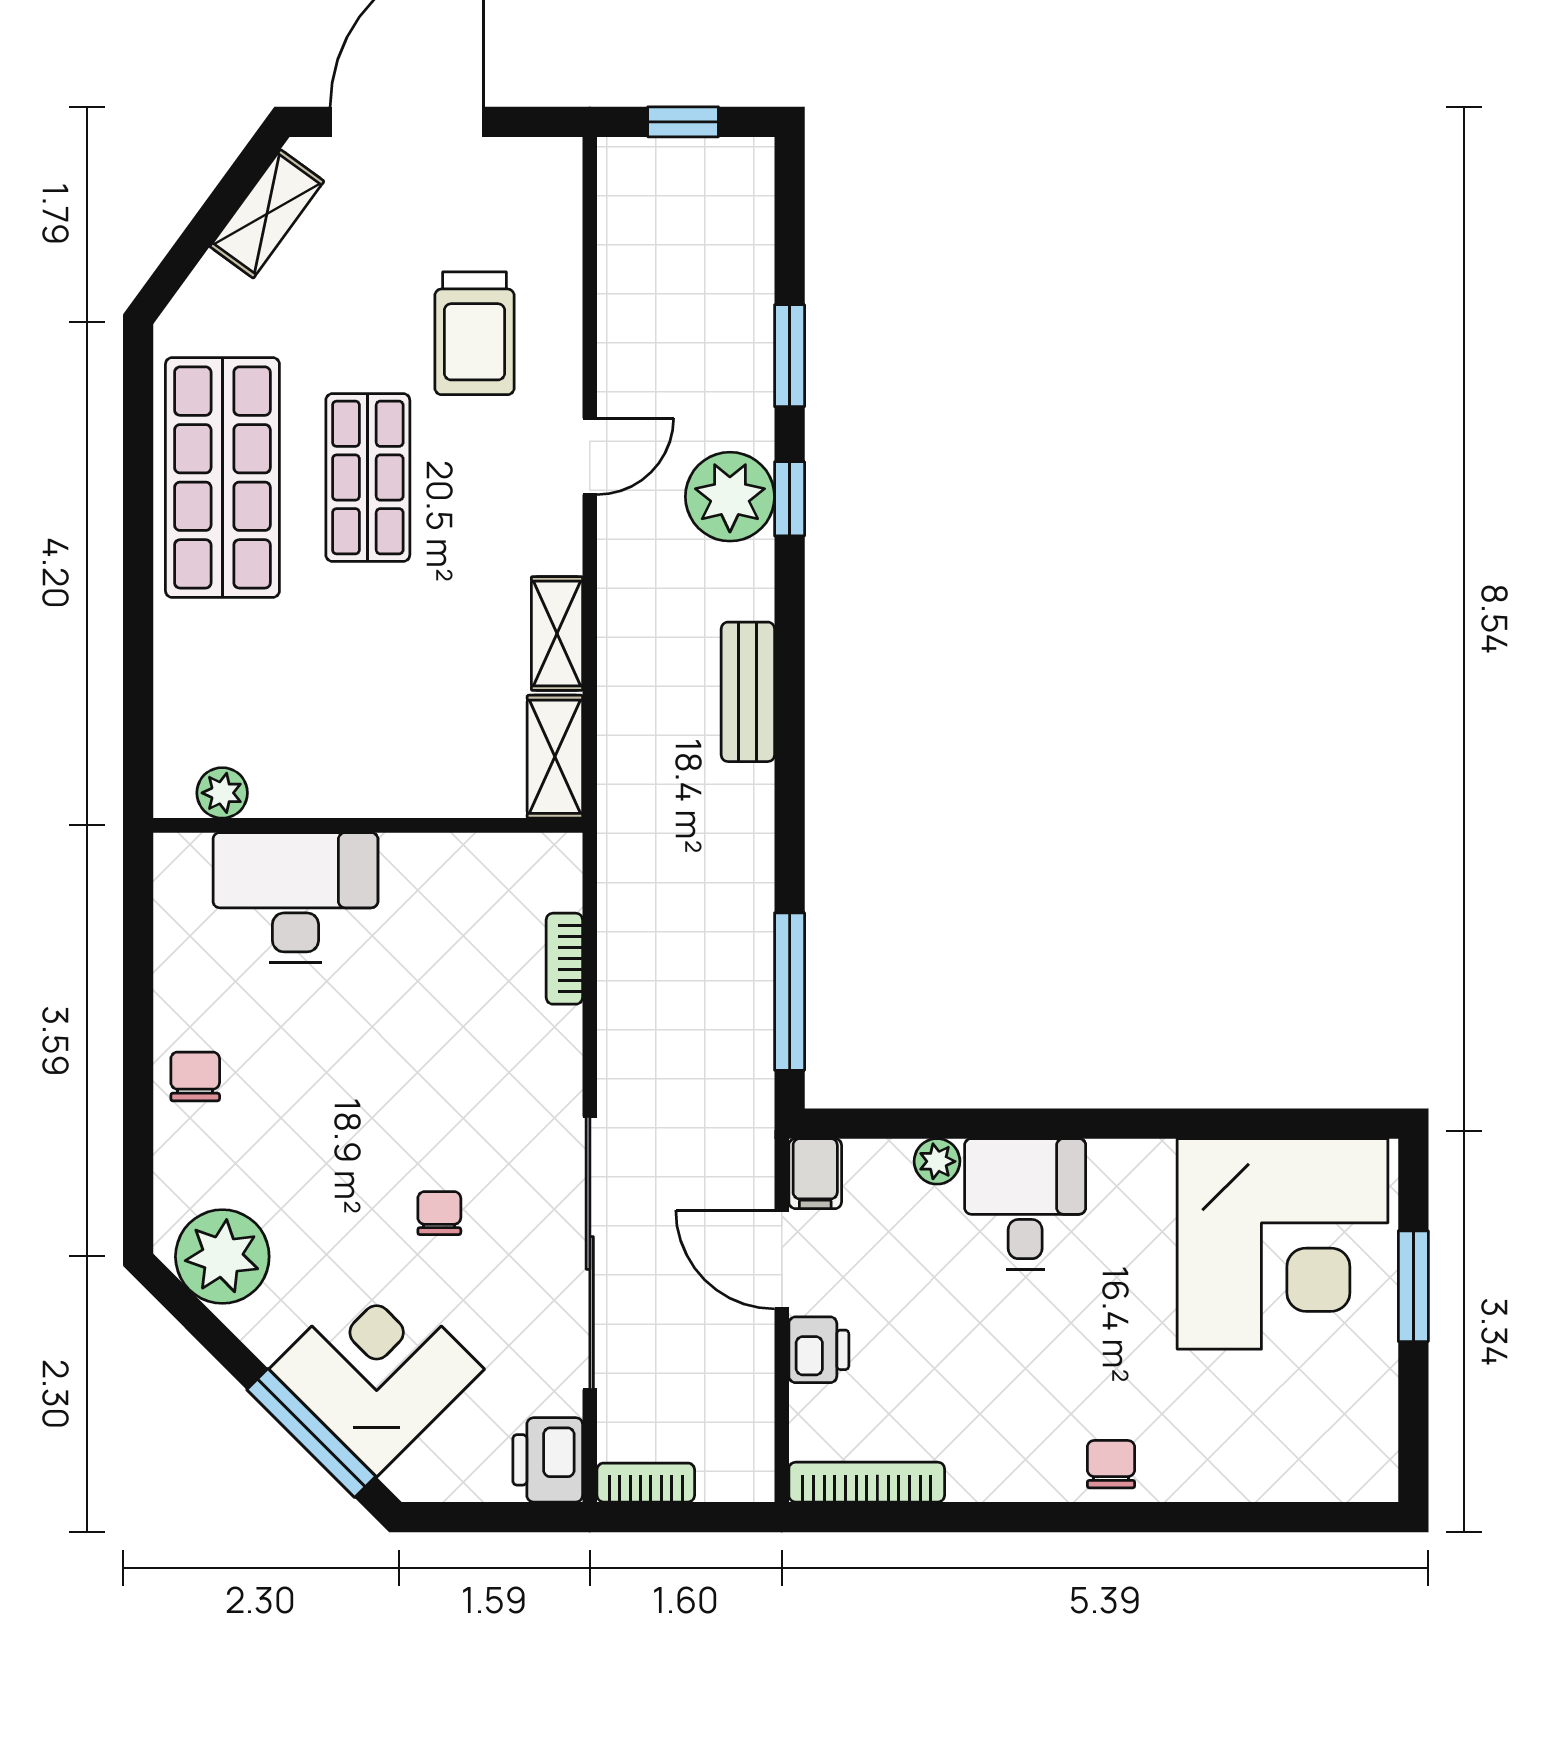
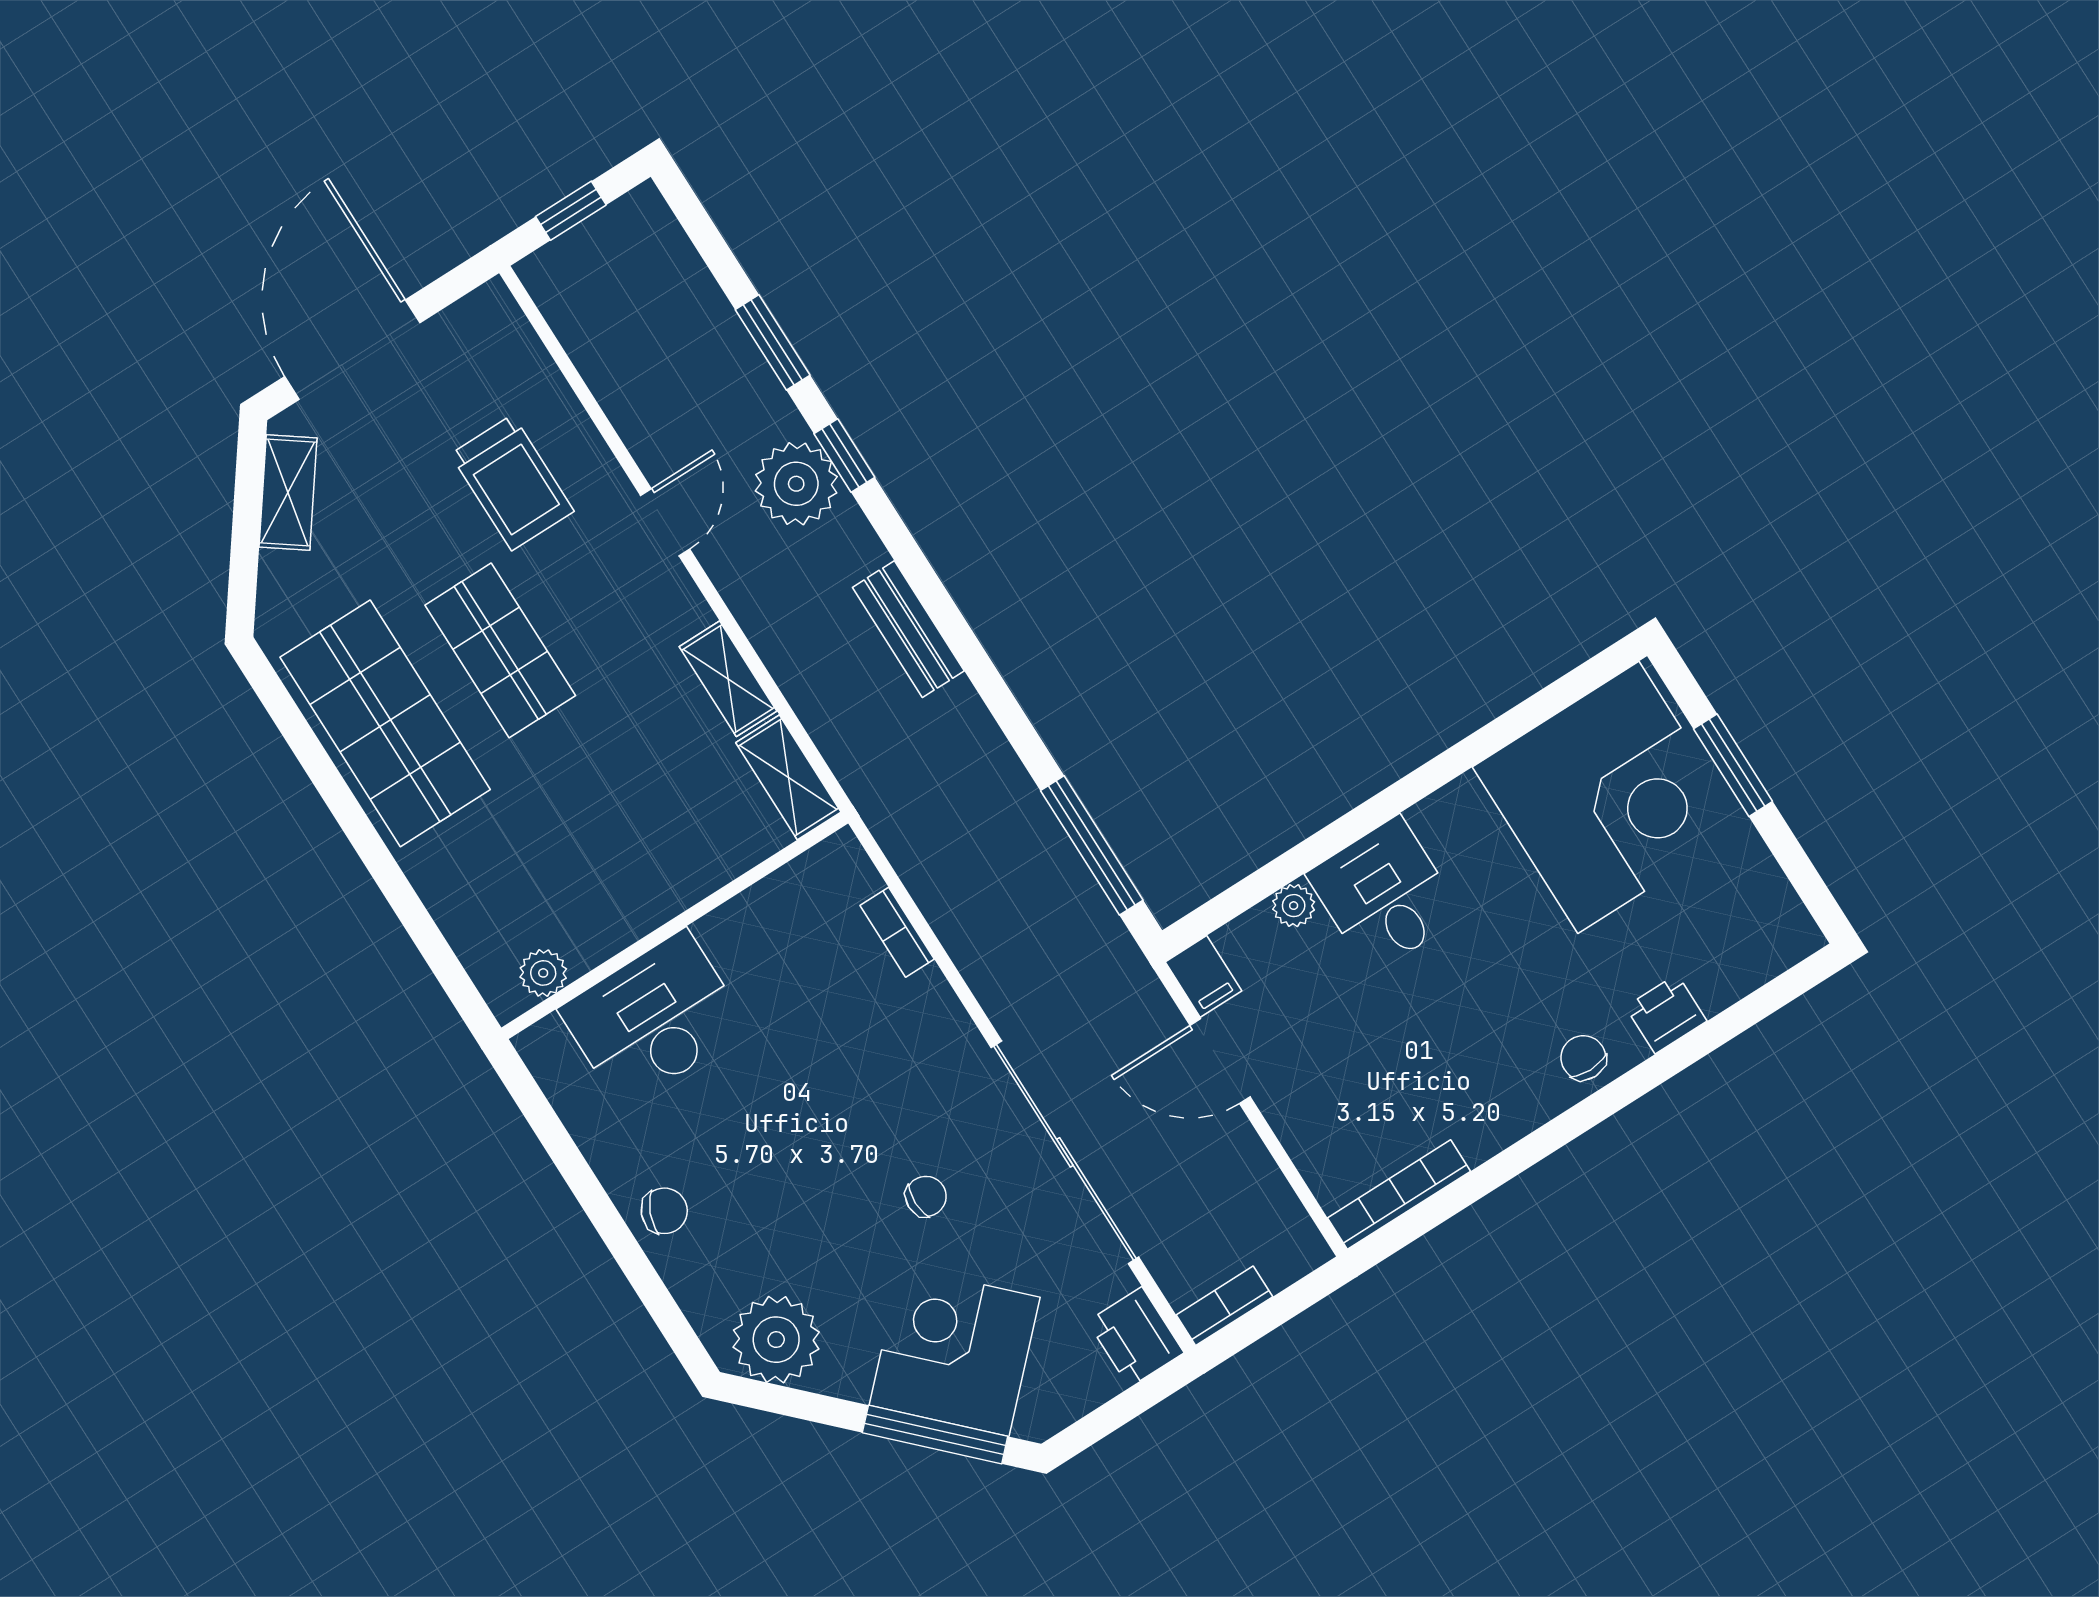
chair: (195, 1076) -> (664, 1211), turned 113
chair: (439, 1213) -> (926, 1196), turned 90
printer: (819, 1350) -> (1666, 1014), moved, turned -90

